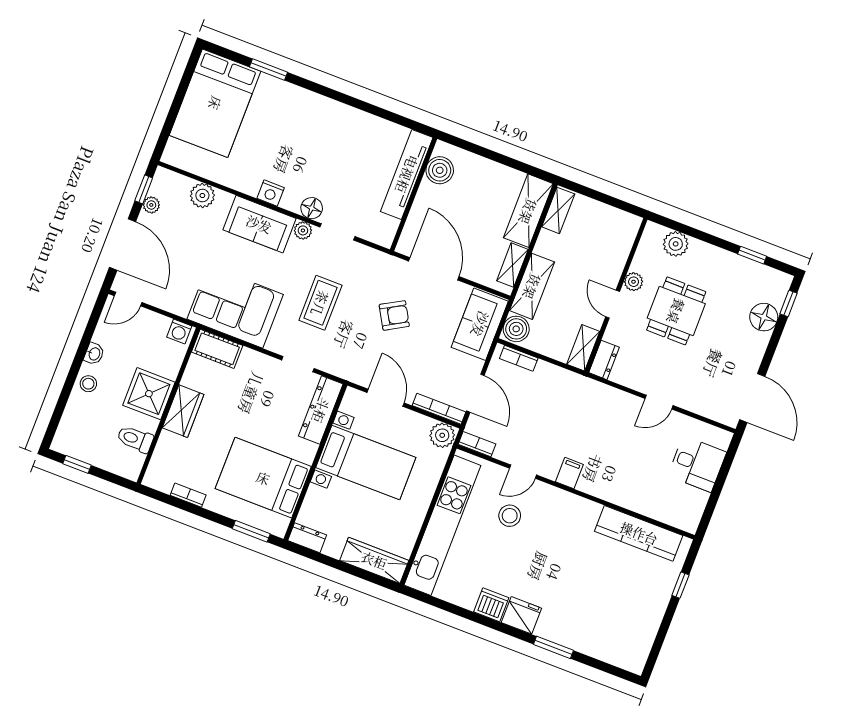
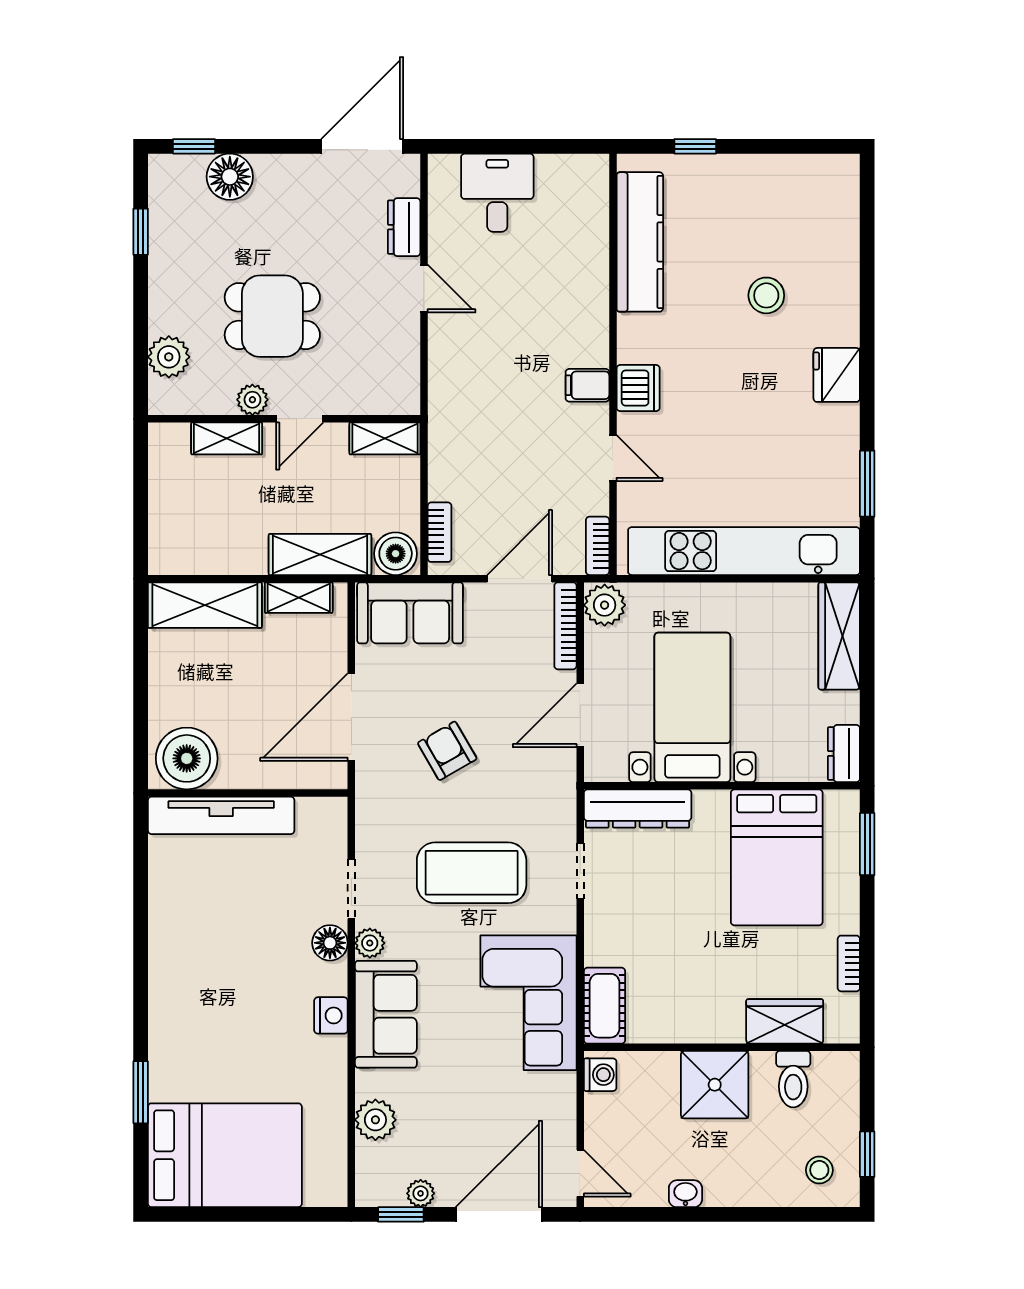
boiler: (440, 170) -> (187, 758), width x1.37, depth x1.37
shelving: (558, 210) -> (227, 438), moved
coffee table: (320, 303) -> (472, 873), width x1.36, depth x1.32
dresser: (604, 360) -> (404, 227), moved, turned -90
stool: (88, 384) -> (819, 1170), moved
wardrobe: (183, 411) -> (785, 1021), moved
stool: (510, 516) -> (766, 295), moved
dishwasher: (491, 605) -> (638, 388), moved, turned 180
window: (553, 647) -> (867, 484), moved

